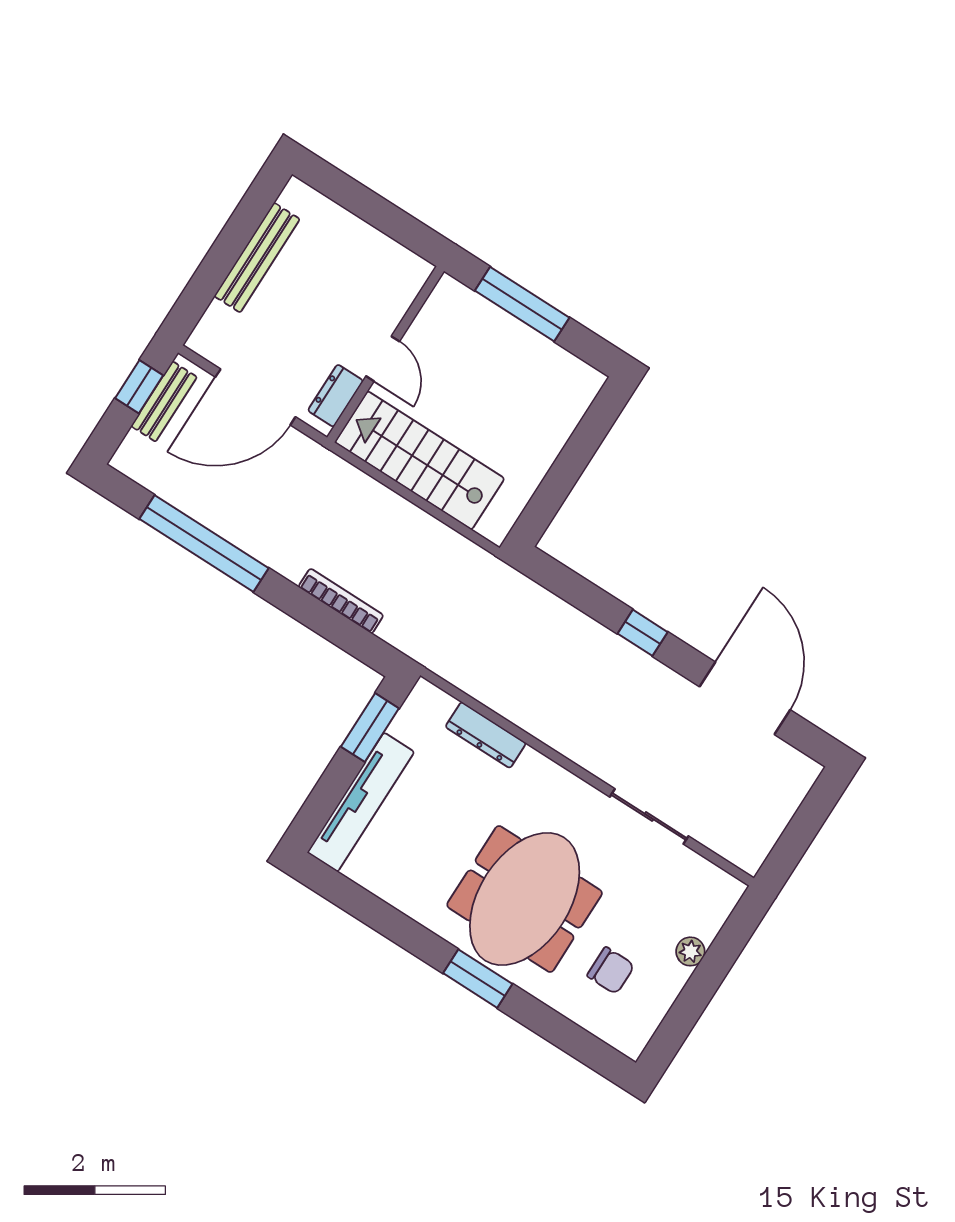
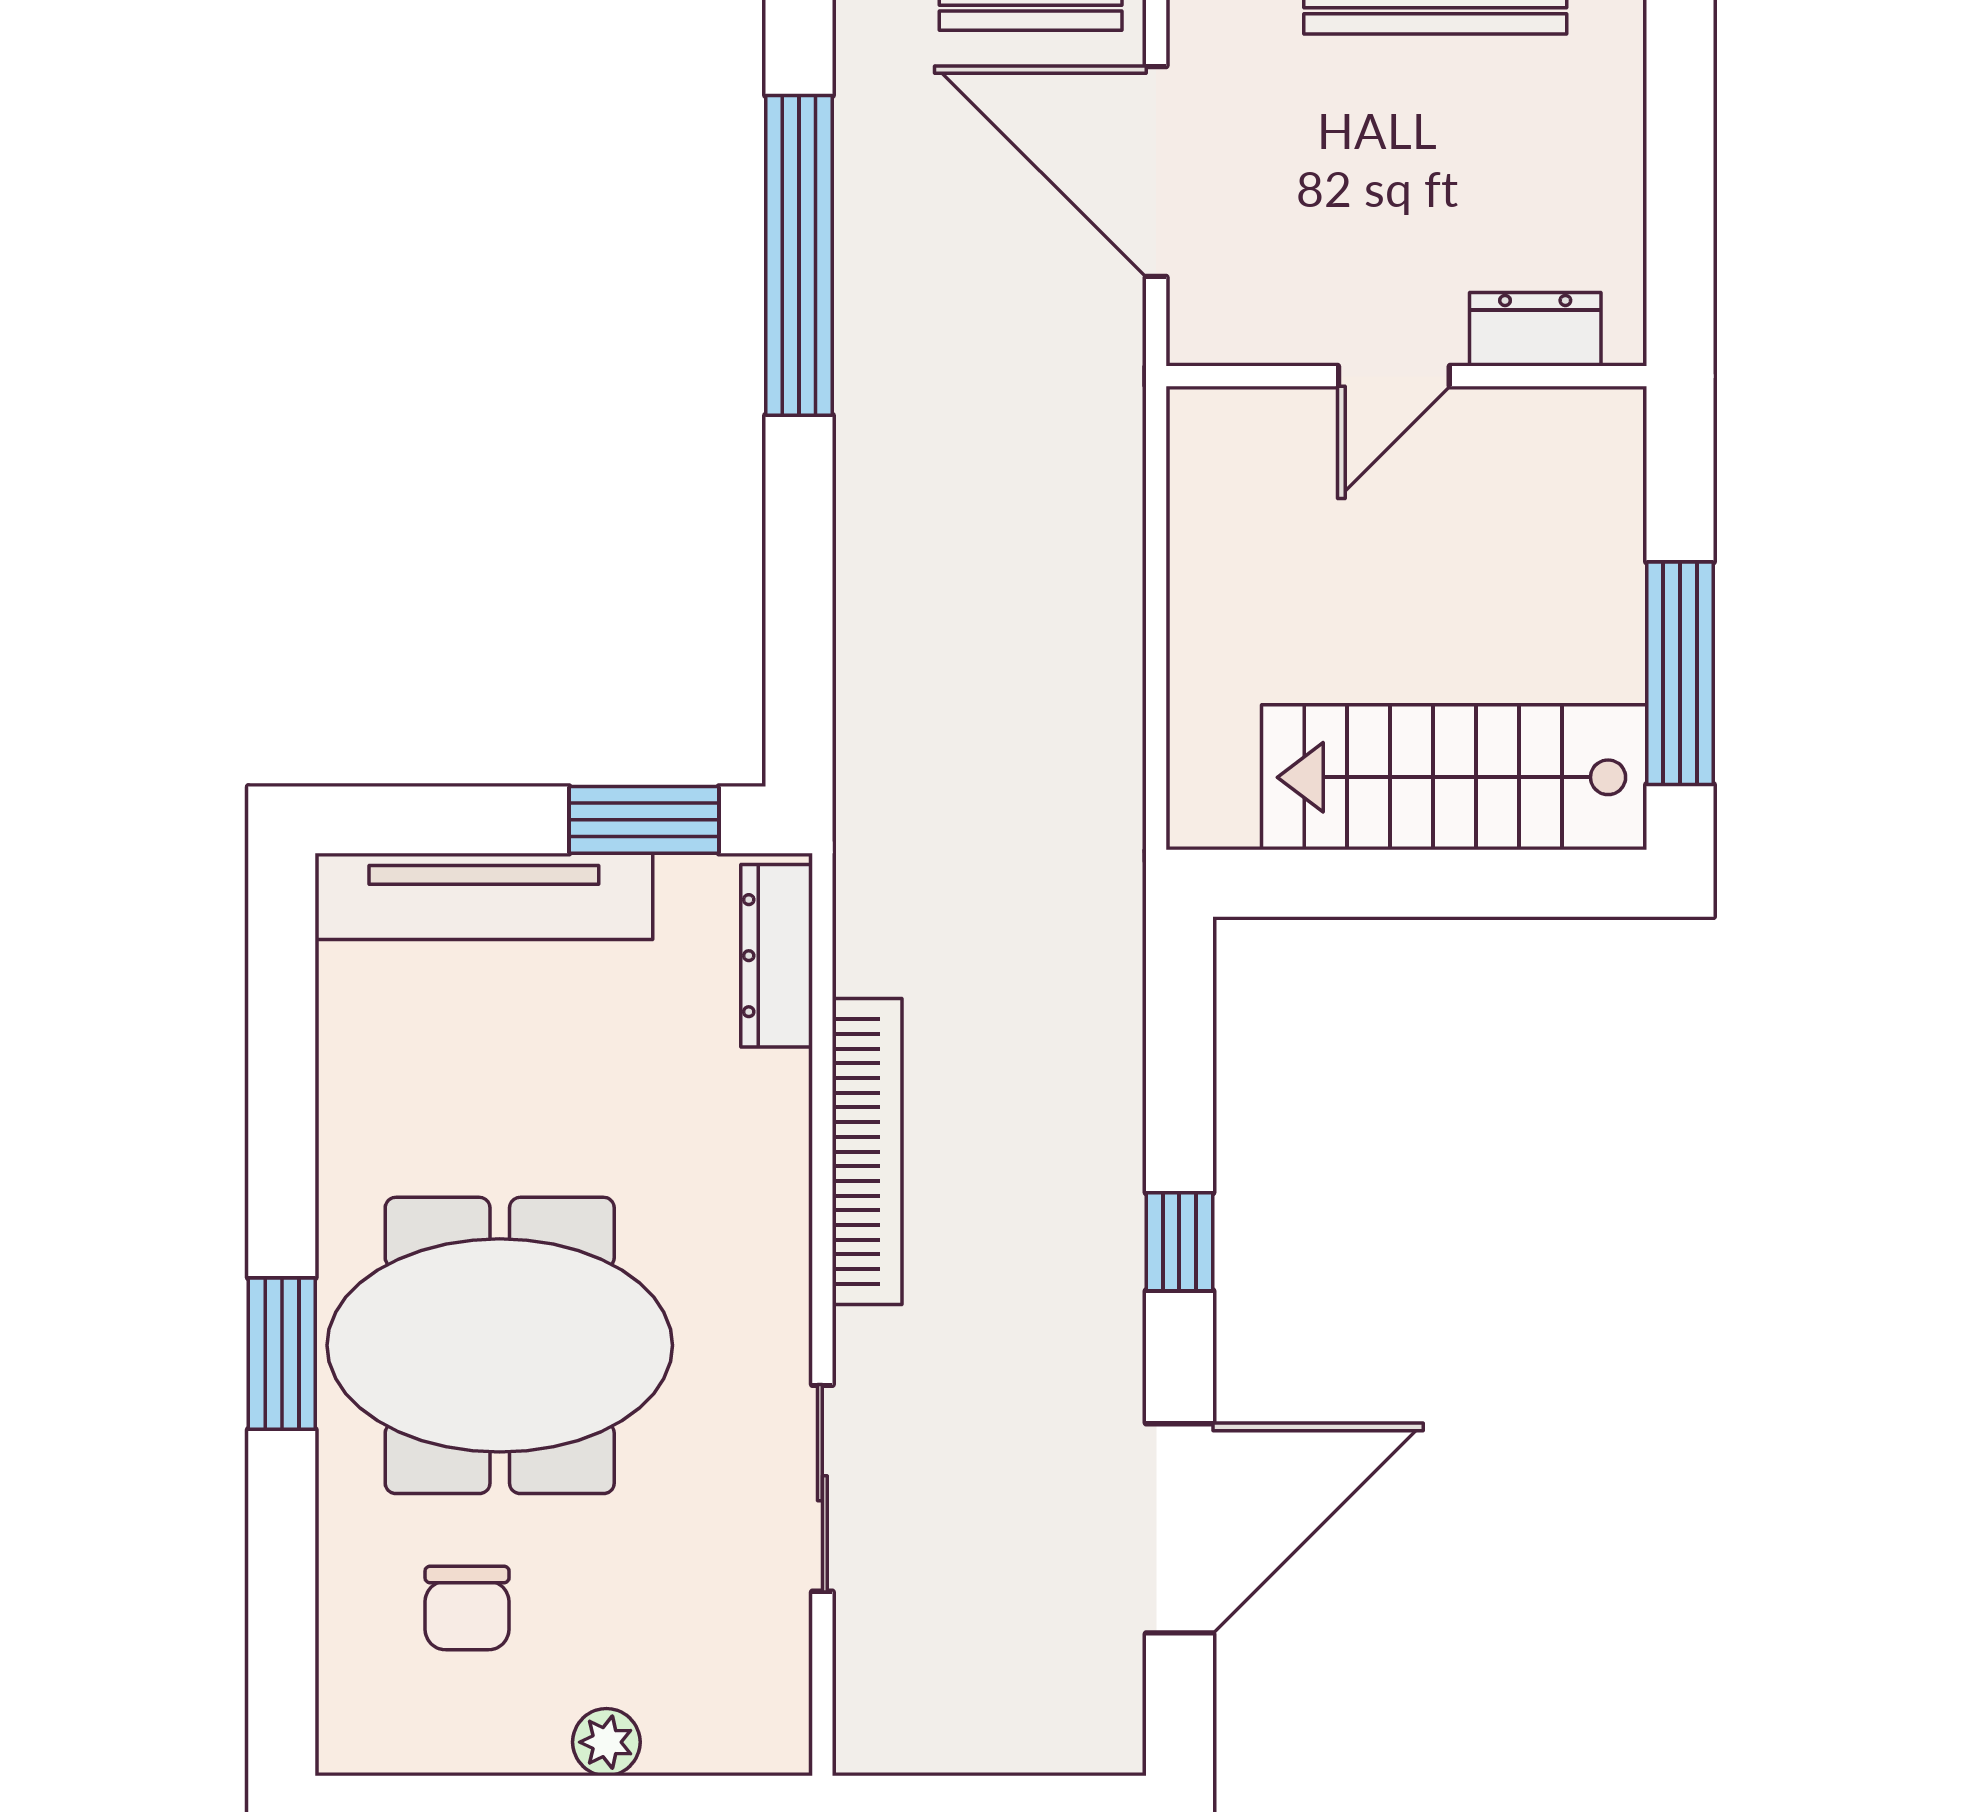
window: (522, 304) -> (1680, 673), moved
dresser: (336, 396) -> (1535, 329), moved
stairs: (420, 460) -> (1454, 777), moved, turned -90
bookcase: (341, 601) -> (867, 1152), moved, width x1.48, depth x1.31
dresser: (486, 735) -> (777, 956), moved

